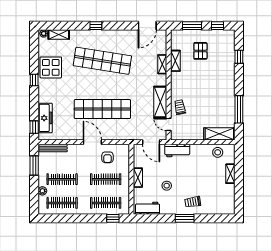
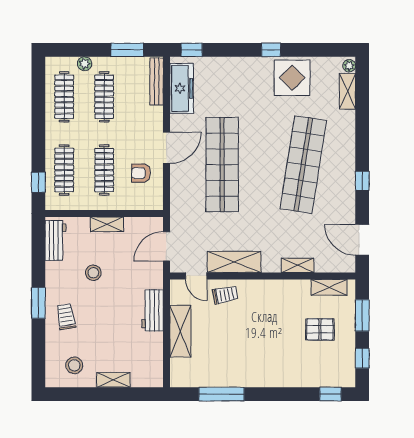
window: (96, 26) -> (362, 181), moved
window: (239, 57) -> (330, 394), moved
shelving: (175, 61) -> (329, 287), moved
freezer: (45, 118) -> (182, 88), moved, turned -90
door: (169, 124) -> (196, 276), swing flipped
shelving: (219, 134) -> (180, 331), moved
workbench: (177, 150) -> (152, 310), moved
stool: (218, 152) -> (74, 365), moved

